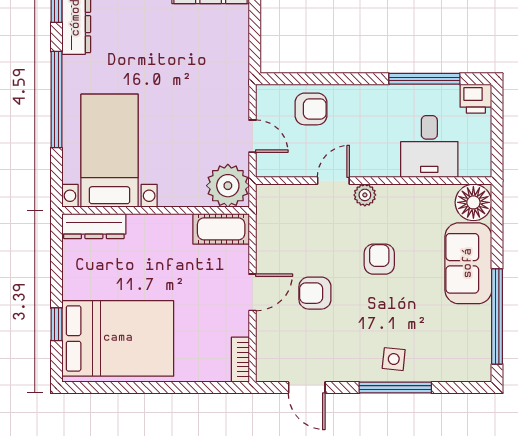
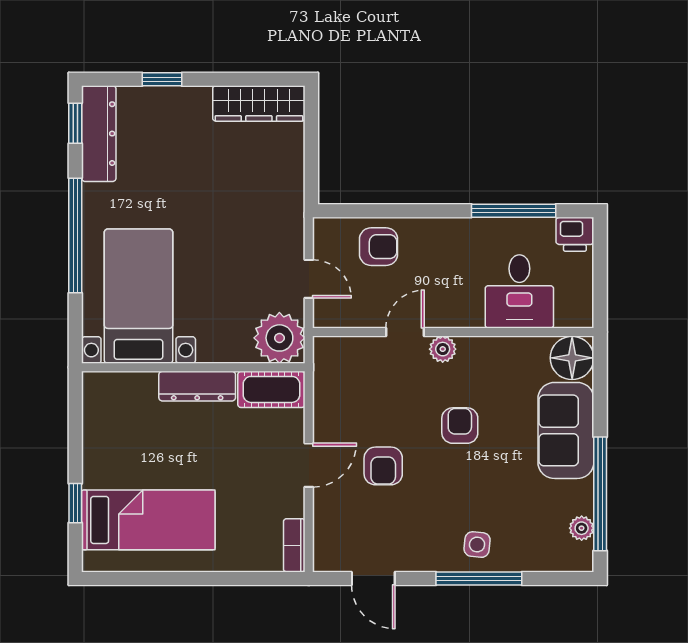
dresser: (94, 226) -> (197, 386), moved
armchair: (315, 293) -> (383, 466), turned -90
bed: (118, 338) -> (148, 520), width x0.67
plant: (481, 345) -> (582, 528), added

